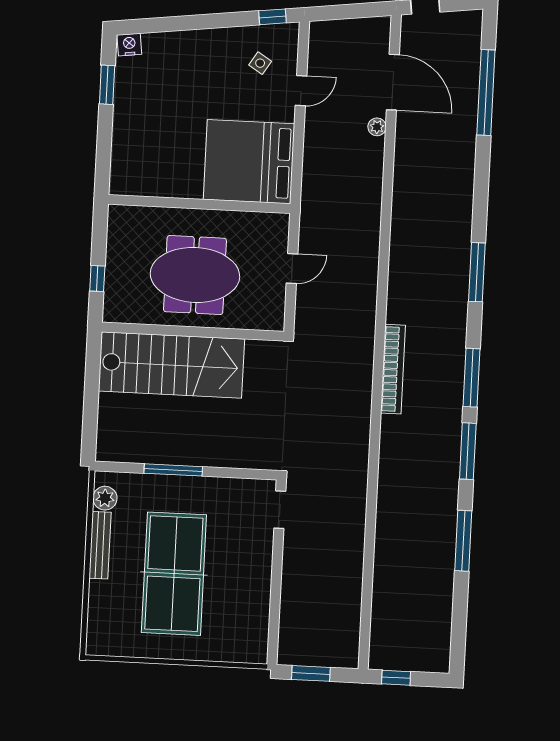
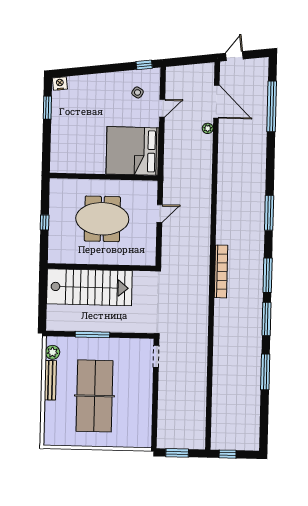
wall: (193, 332) -> (102, 267), moved
stairs: (171, 365) -> (89, 287), moved

